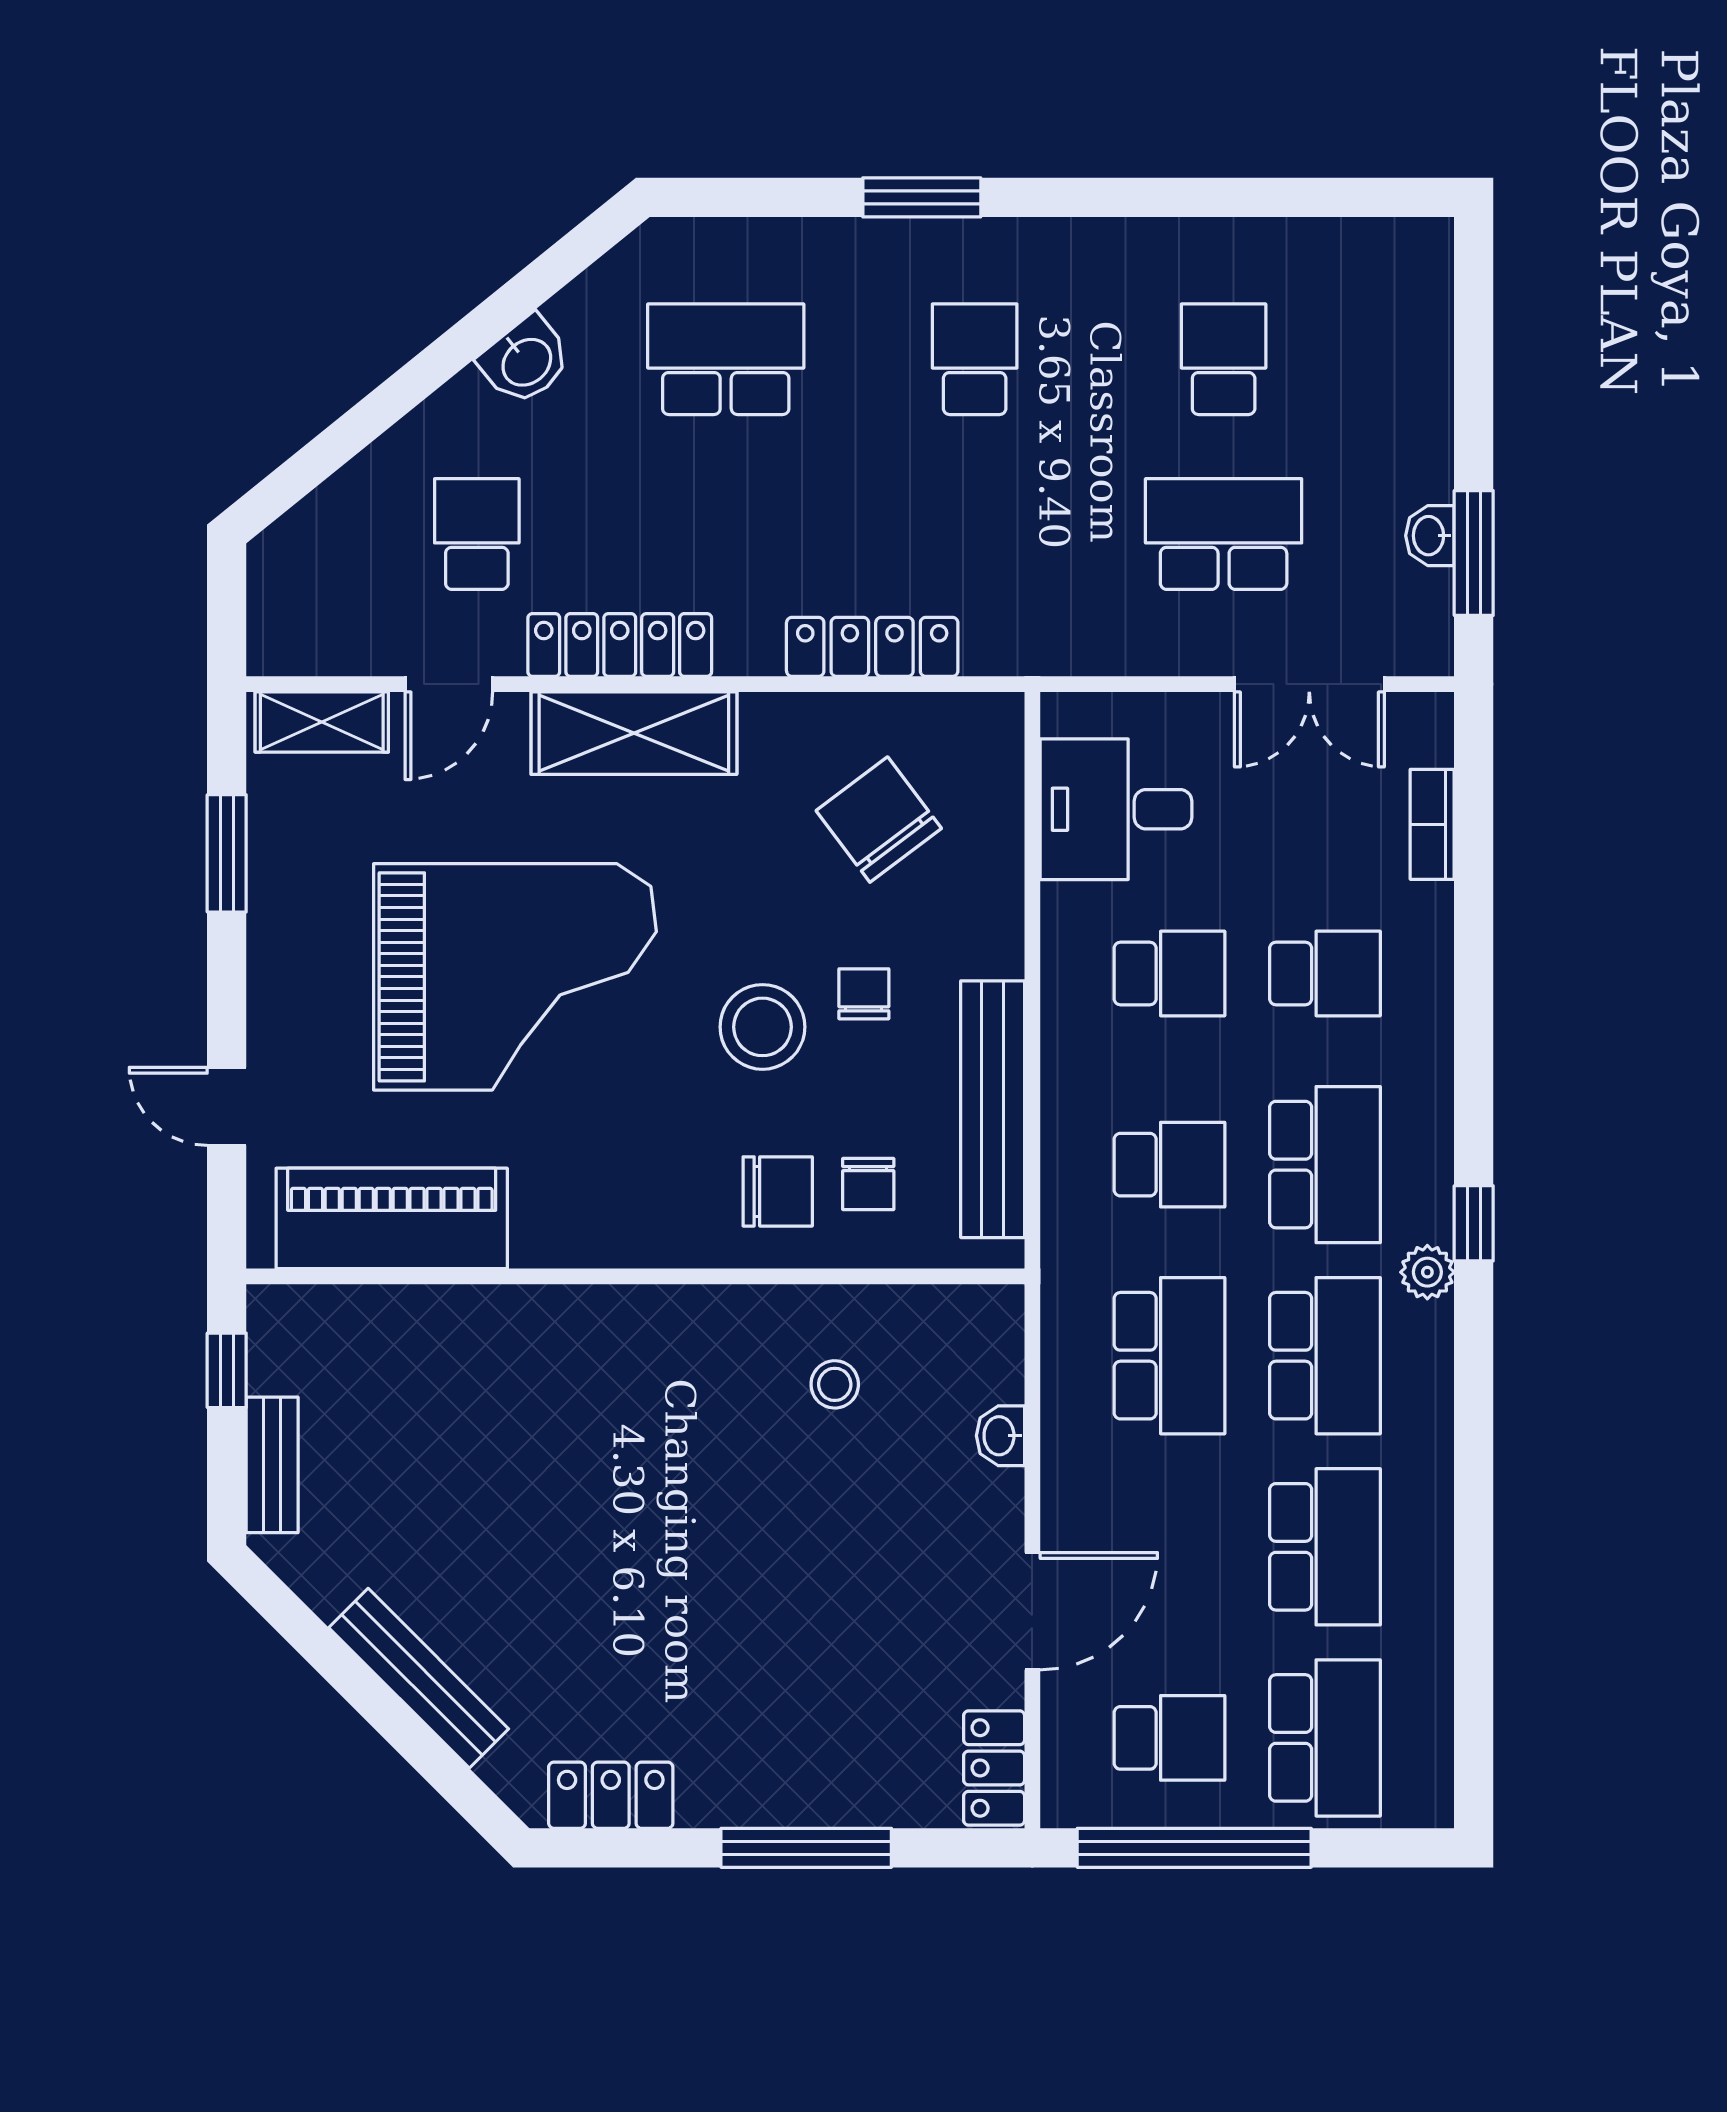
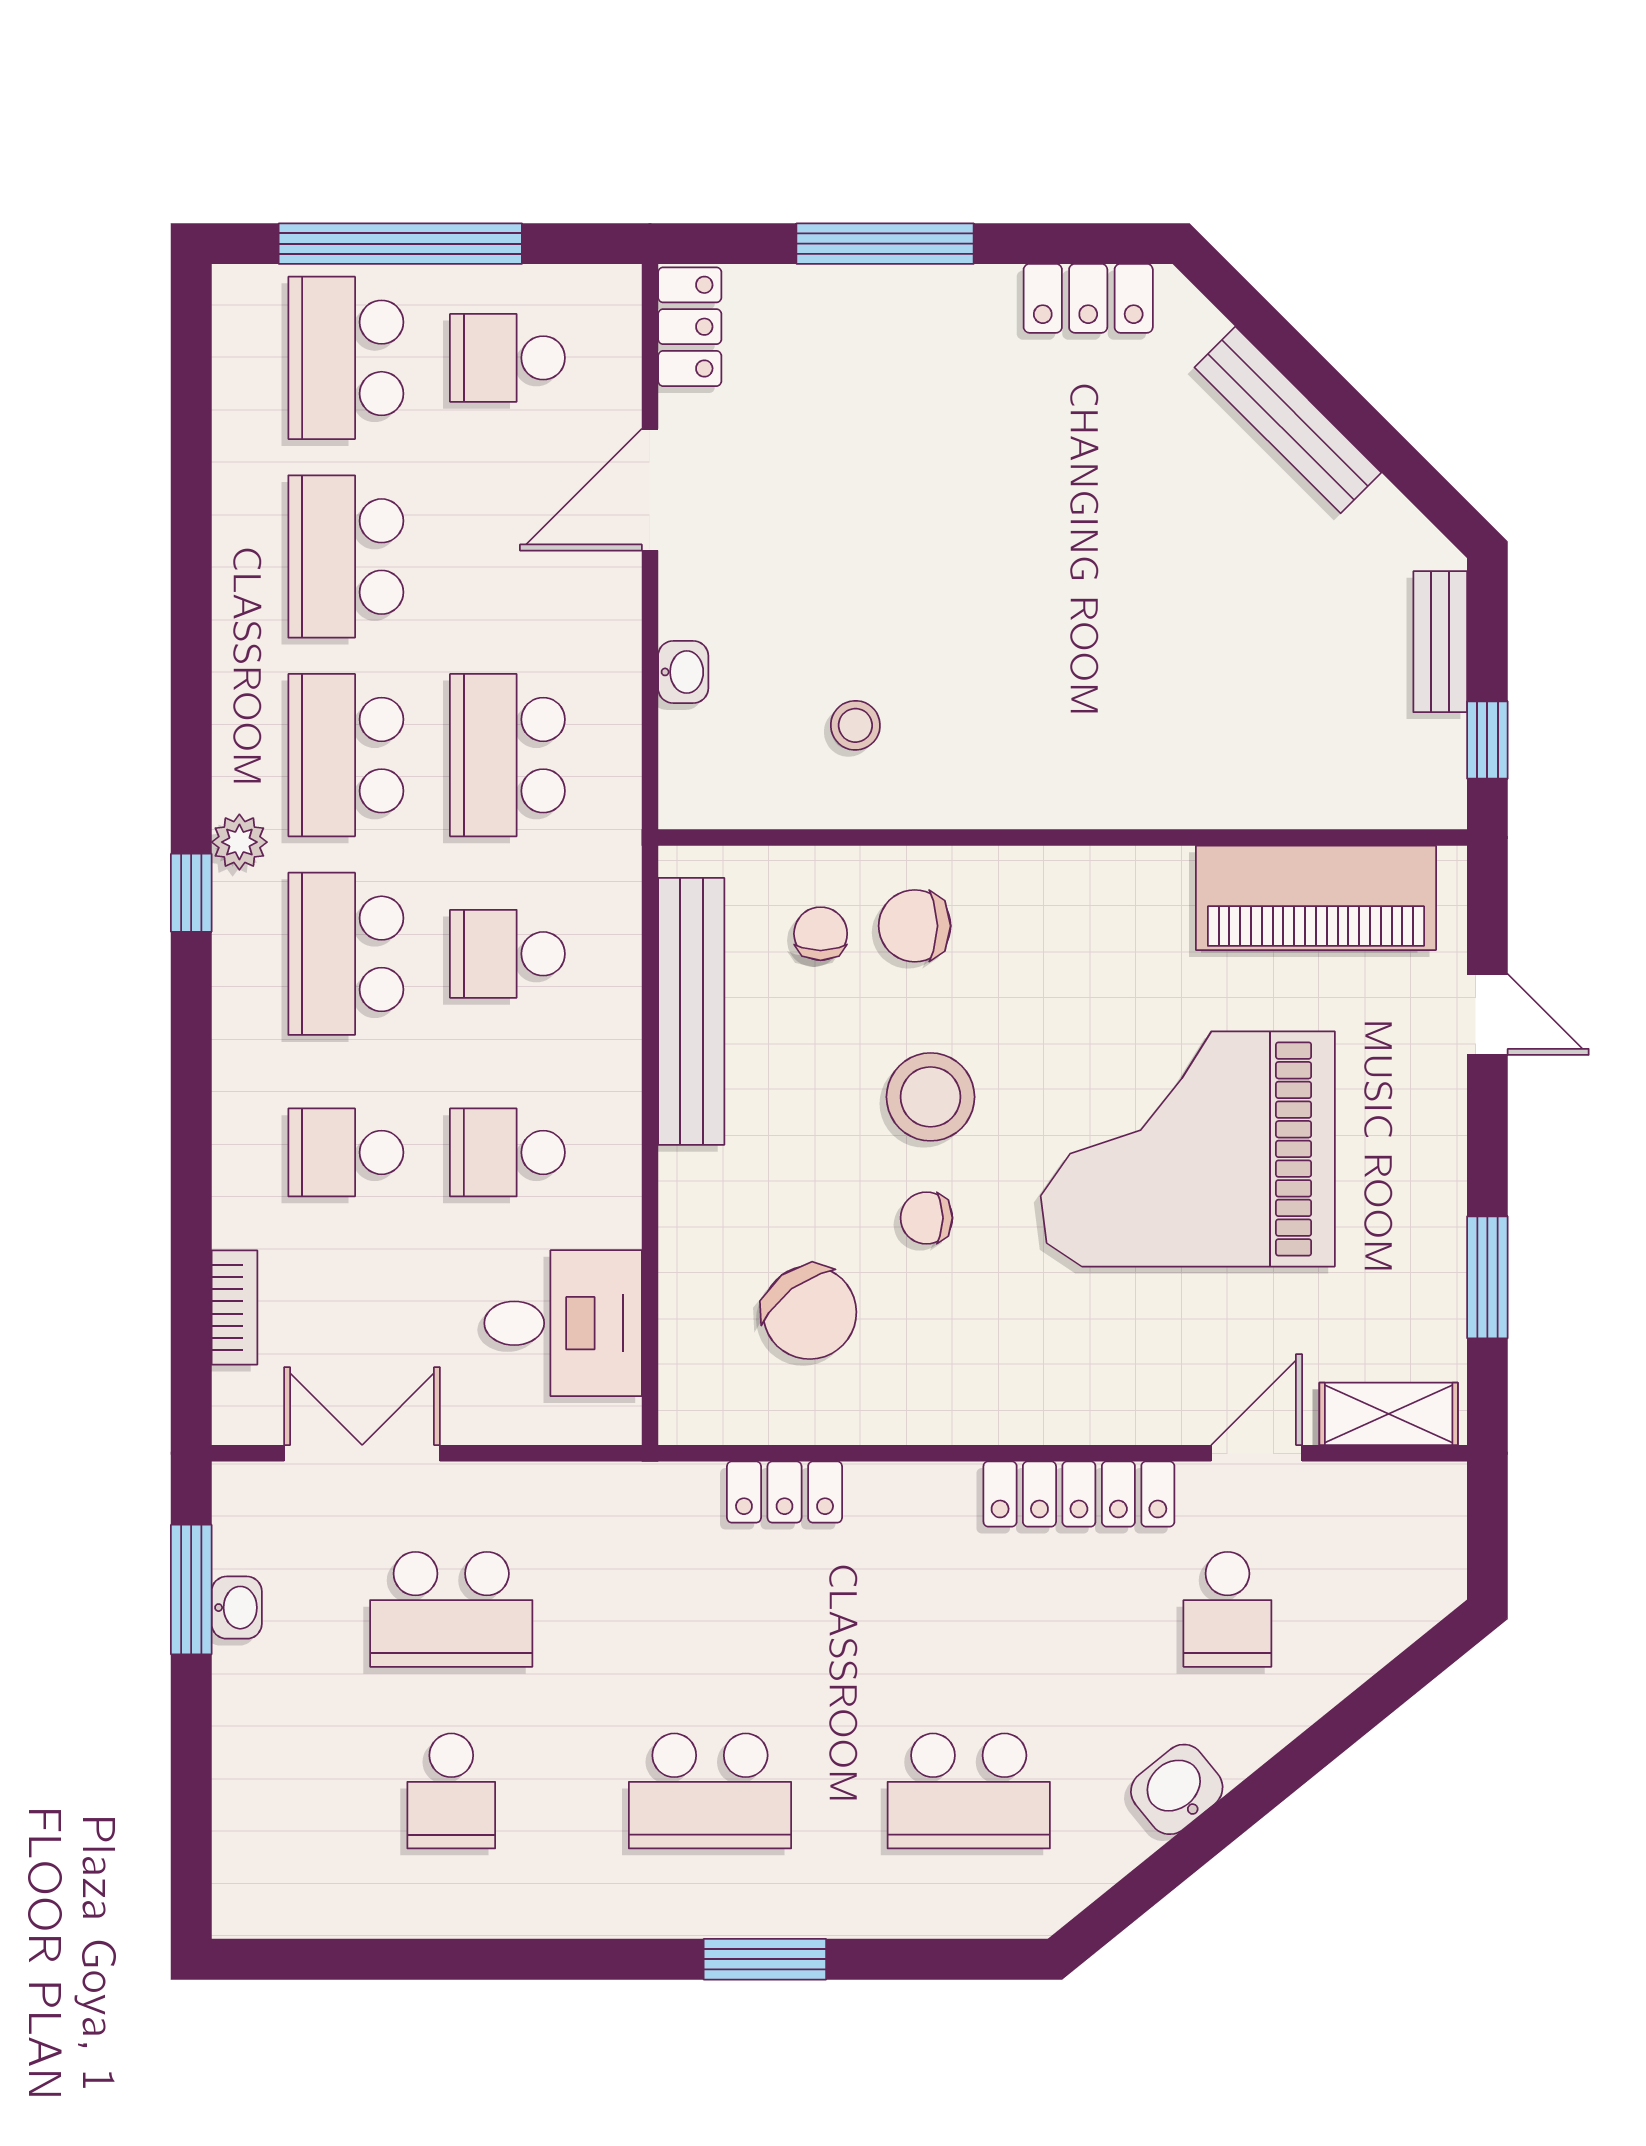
school desk: (975, 359) -> (710, 1791), width x1.85
locker: (872, 647) -> (785, 1492), width x0.66
shelving: (634, 733) -> (1064, 1402), removed
chair: (864, 994) -> (926, 1218), moved, turned 90
window: (1194, 1848) -> (400, 244), moved

